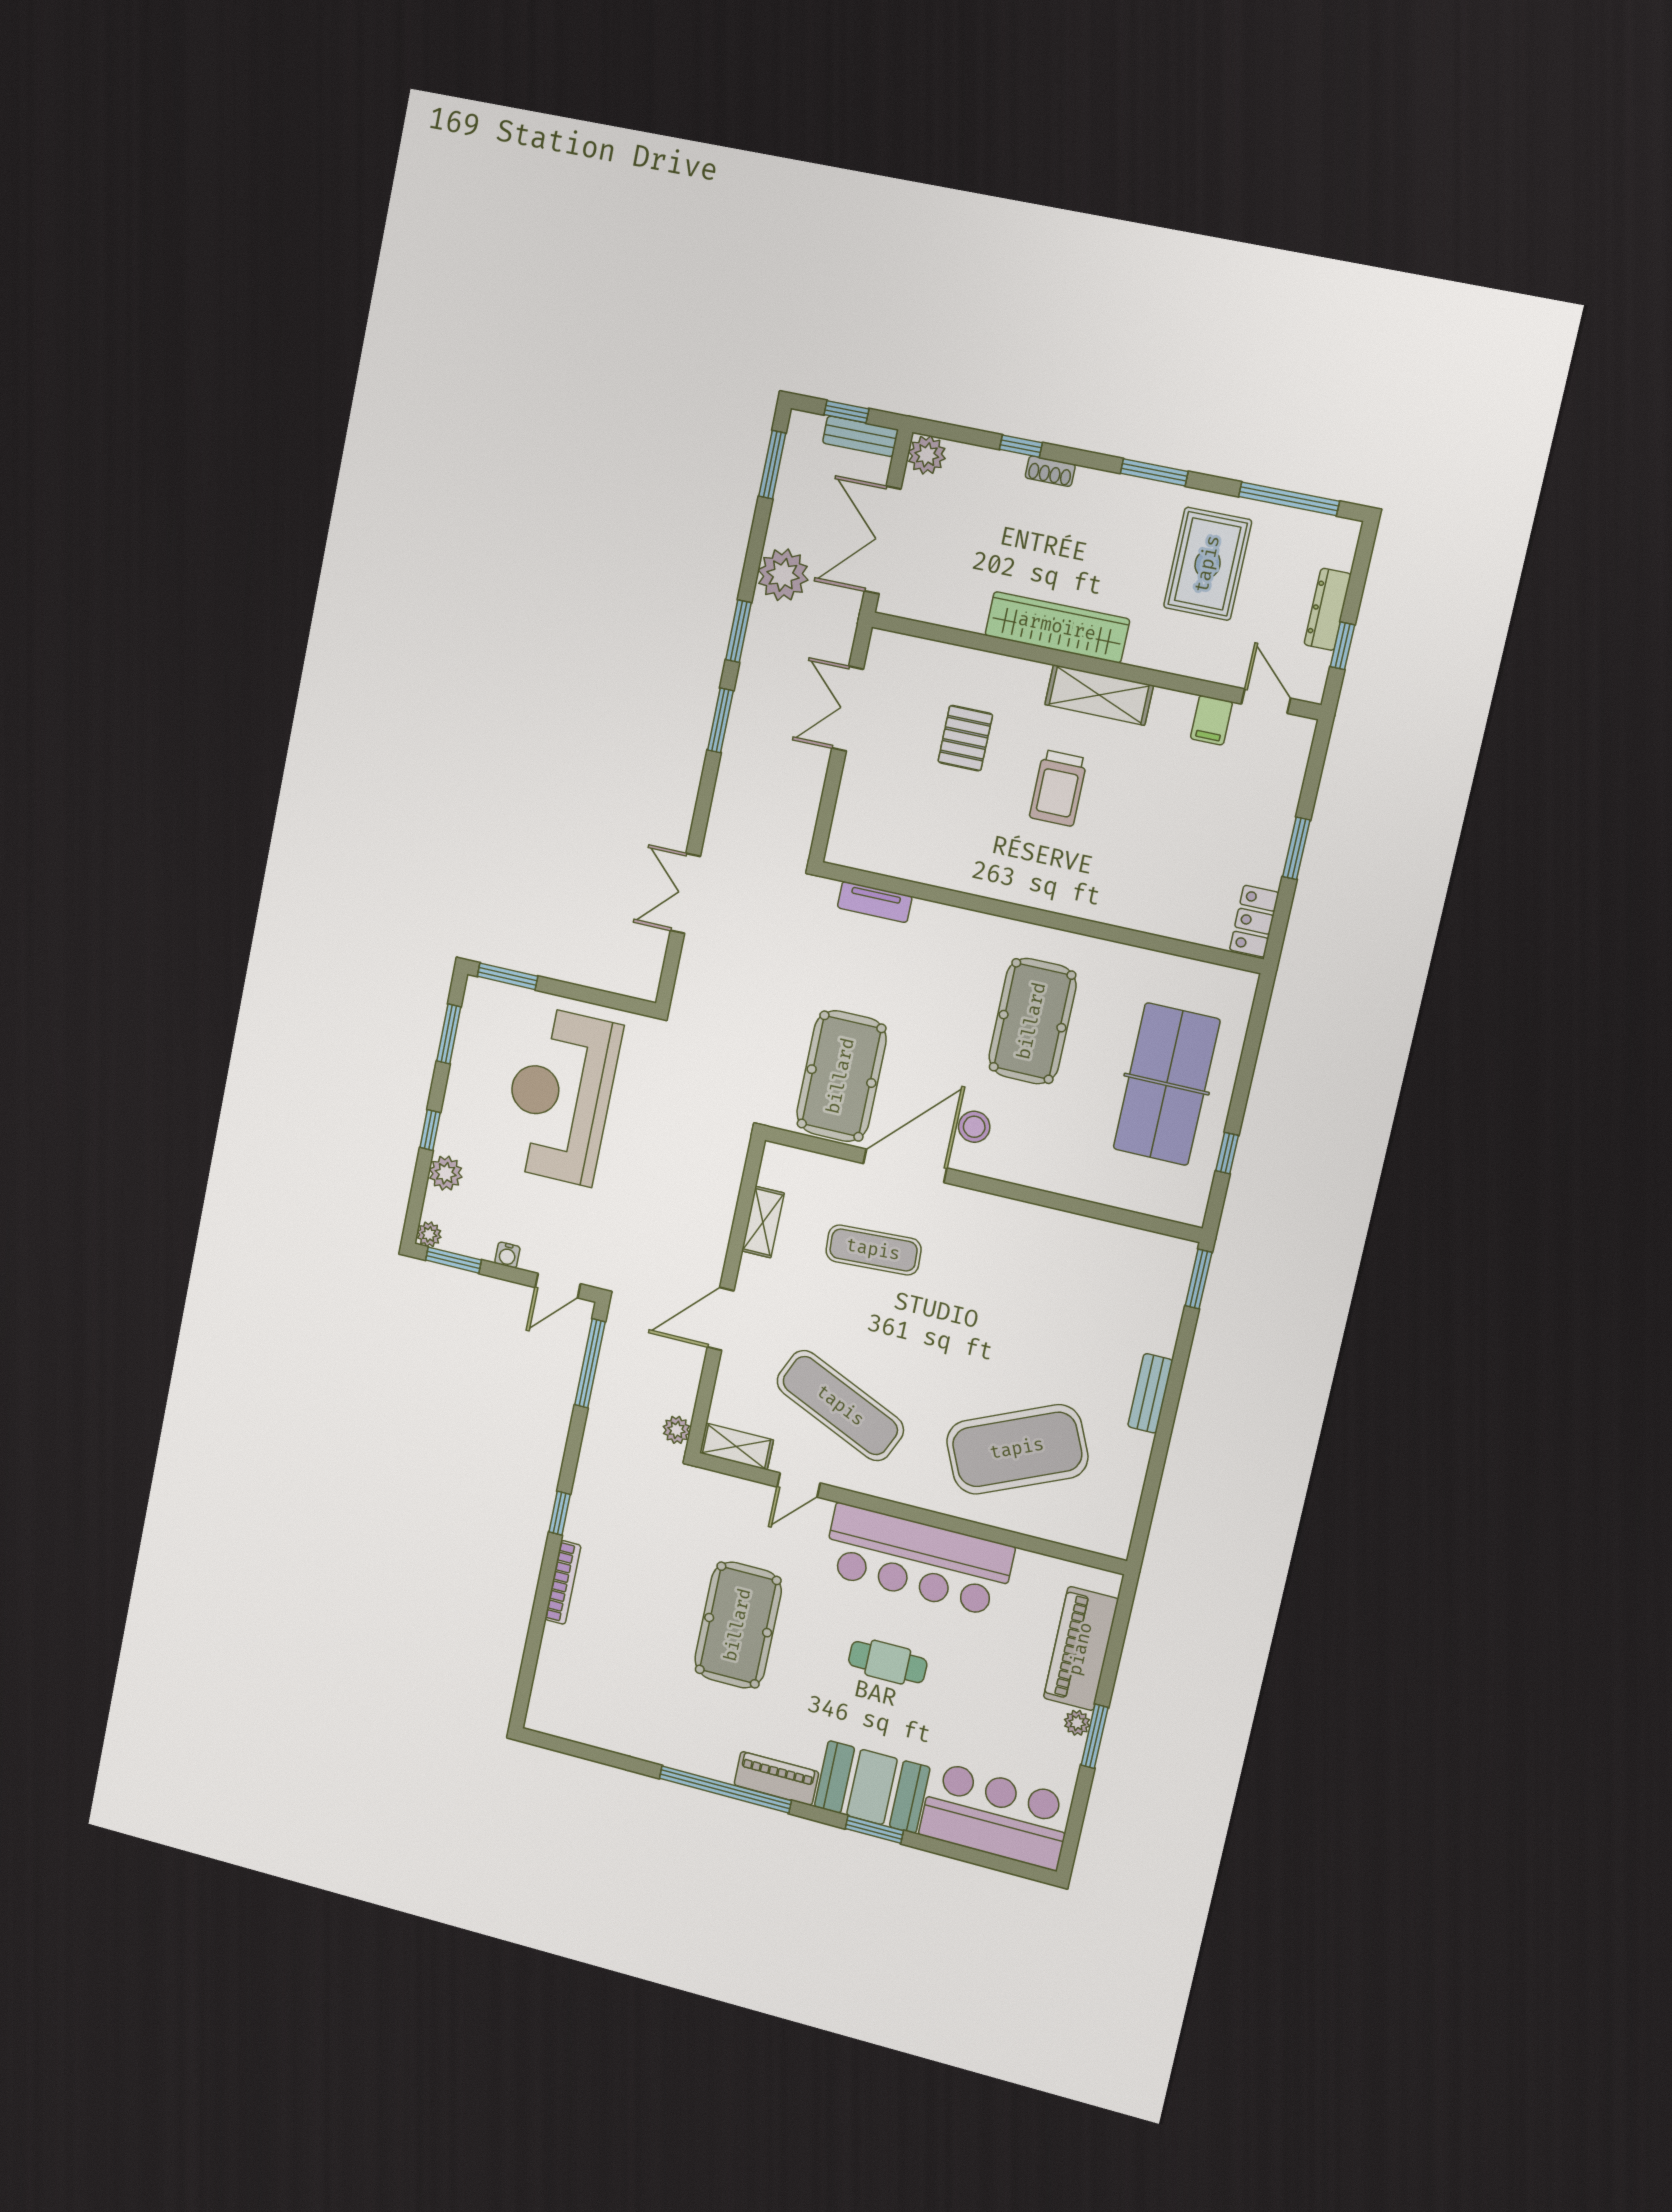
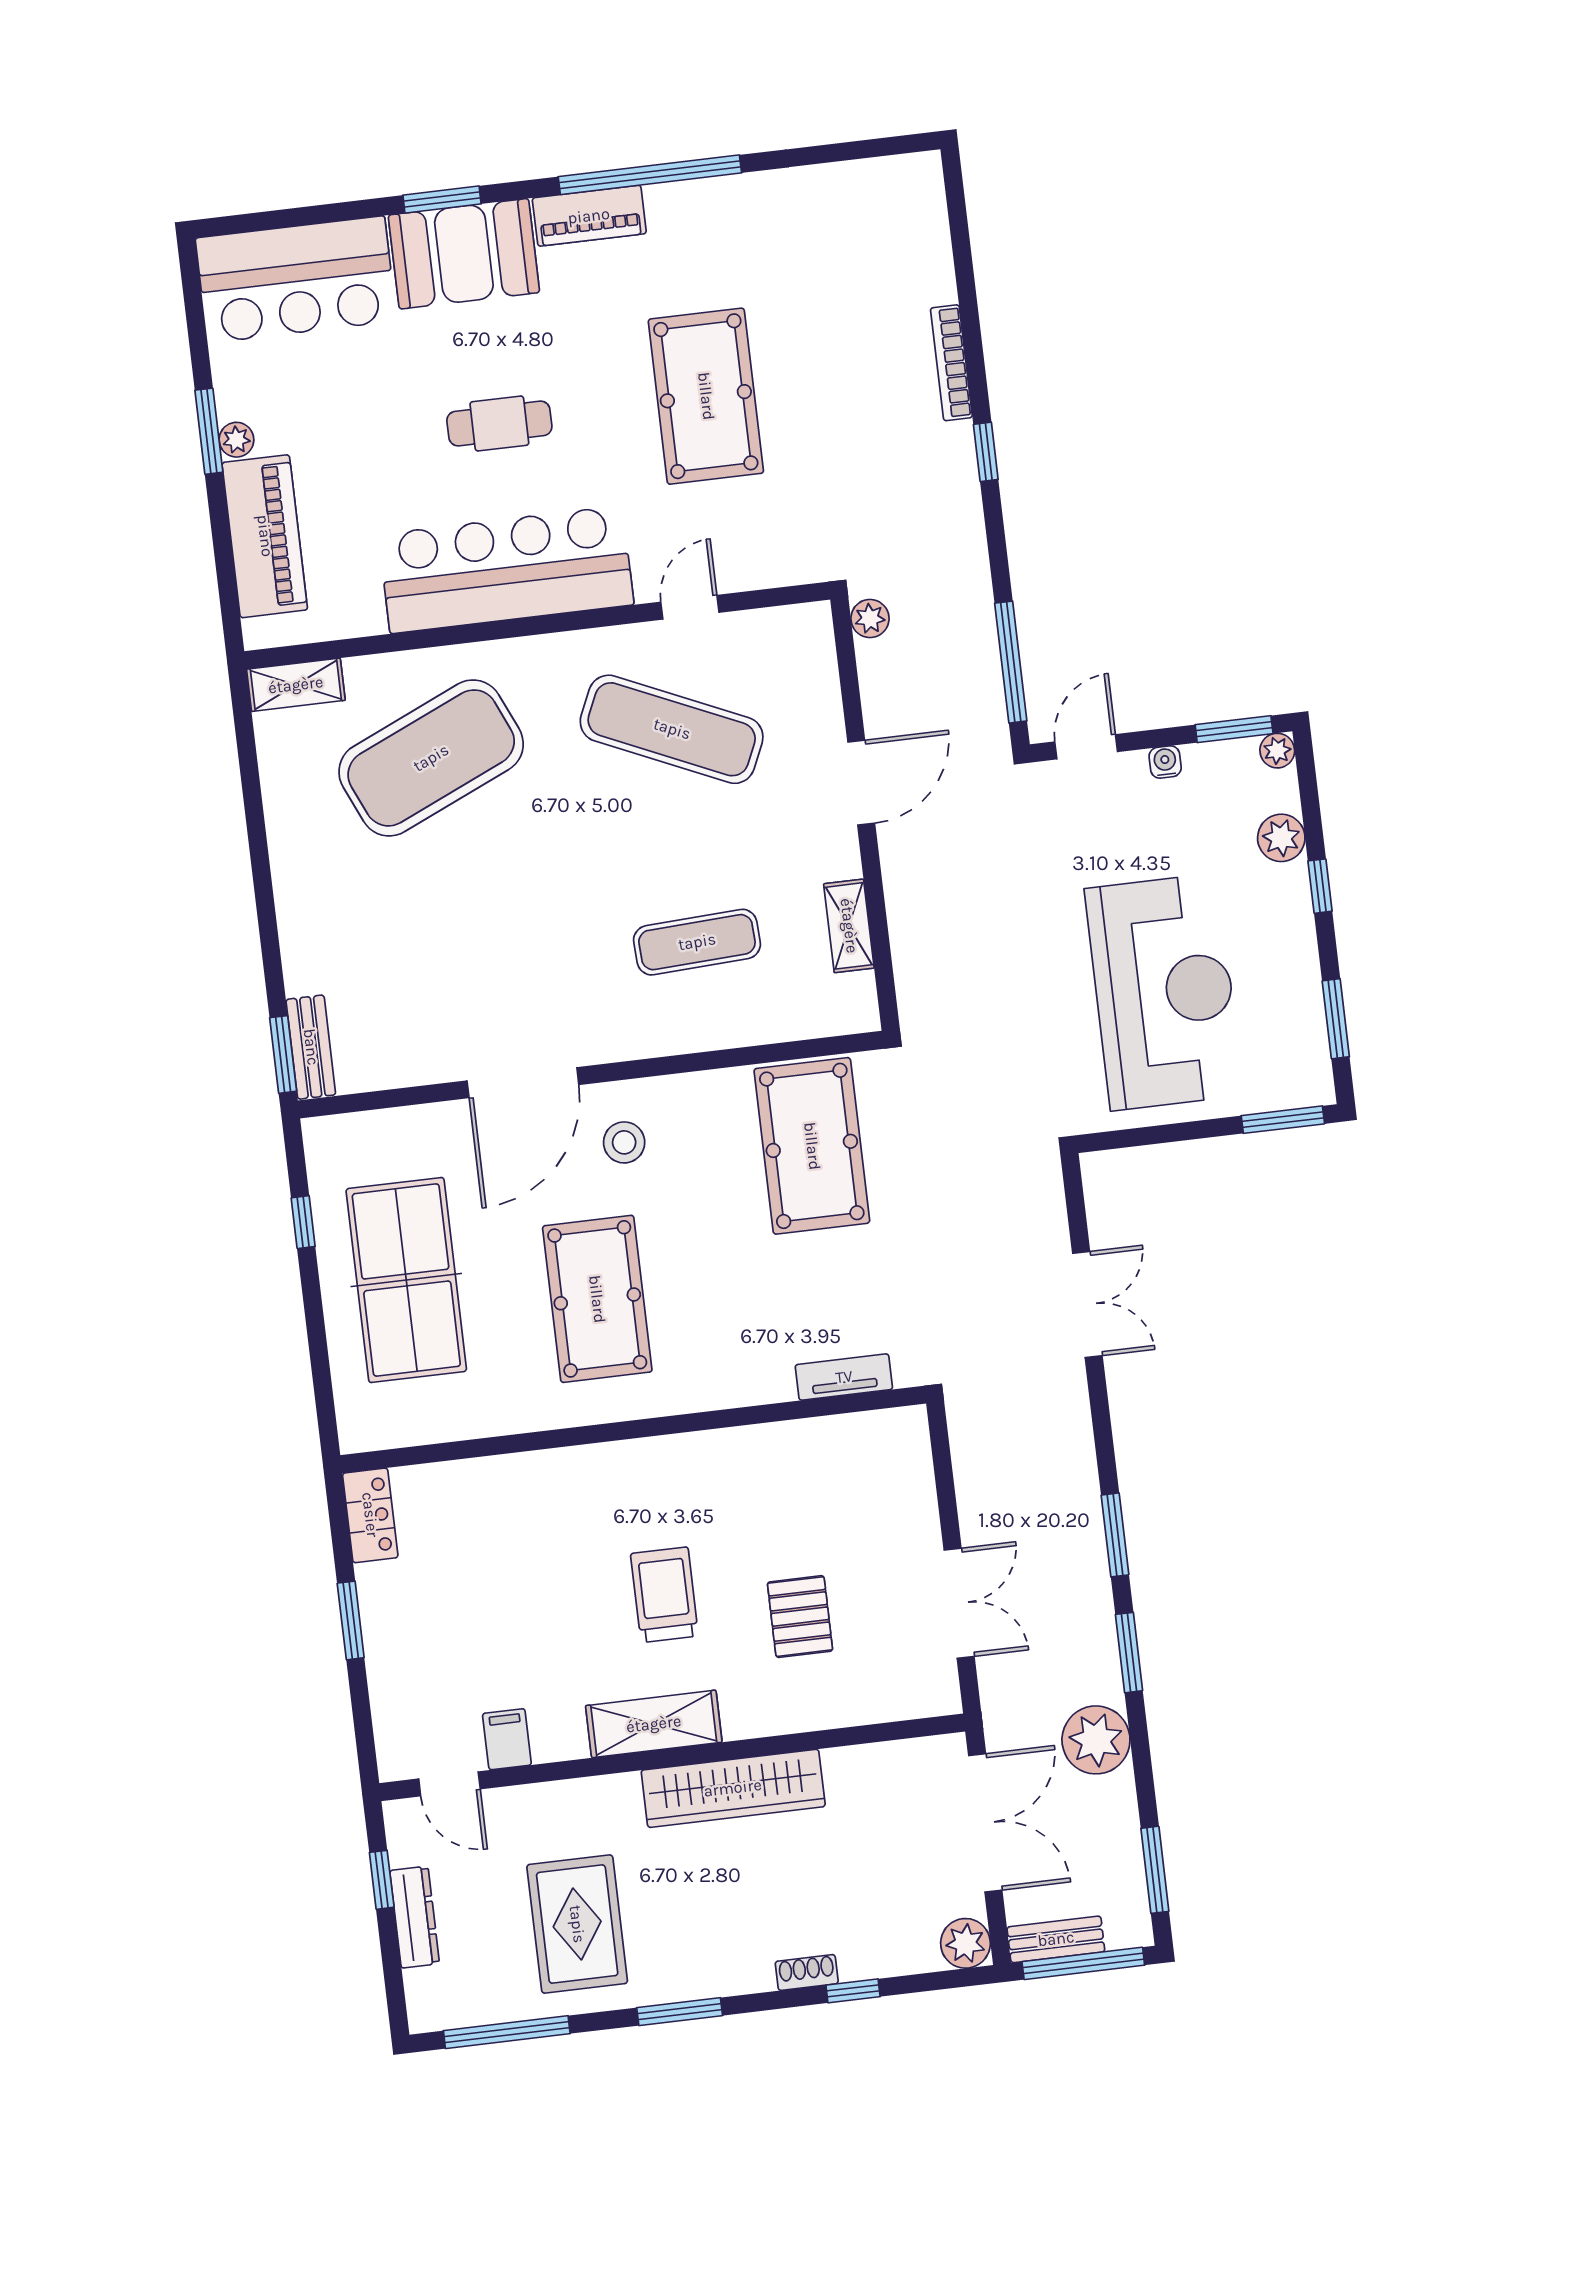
window: (847, 412) -> (1083, 1963), width x2.17
door: (905, 1166) -> (523, 1083), moved
bench: (1150, 1393) -> (311, 1047), moved
shelving: (736, 1447) -> (296, 685), moved

